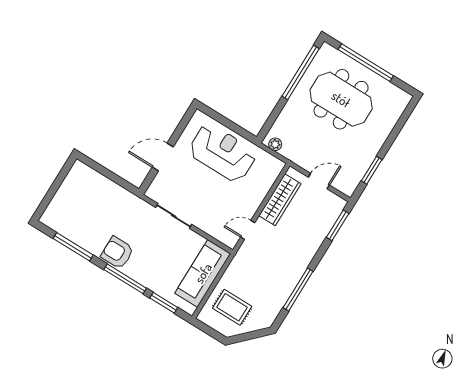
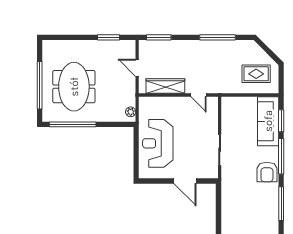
sofa: (203, 273) -> (268, 121), moved, turned 90
rug: (232, 307) -> (256, 74), turned 90

